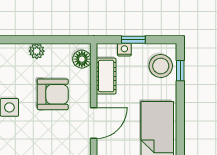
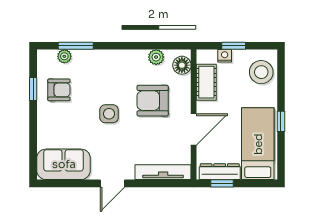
plant: (37, 51) -> (156, 57), moved
window: (180, 71) -> (281, 121), moved
armchair: (53, 94) -> (153, 101), turned 180

